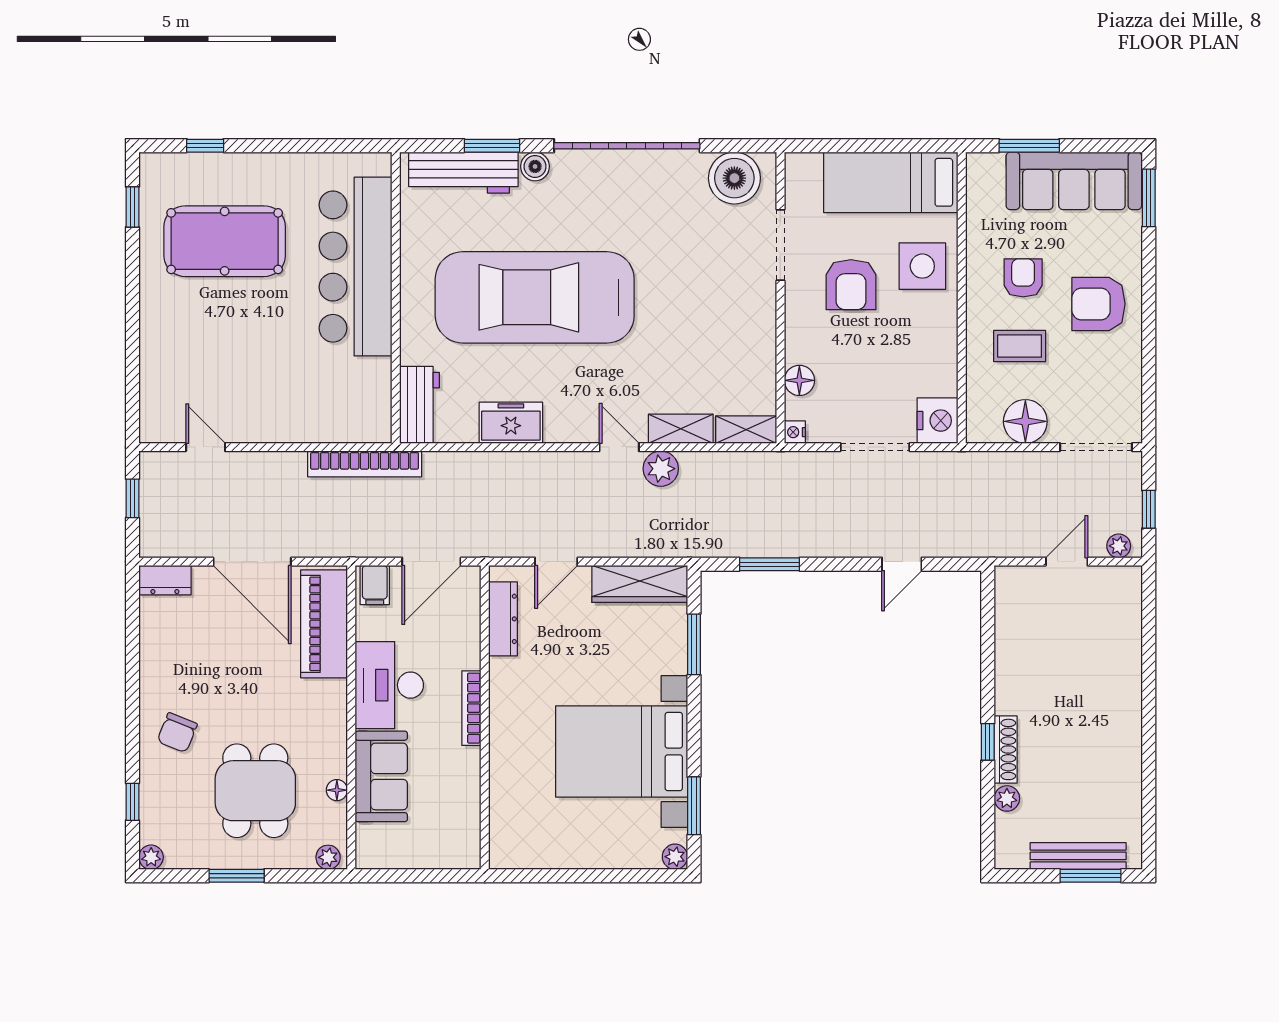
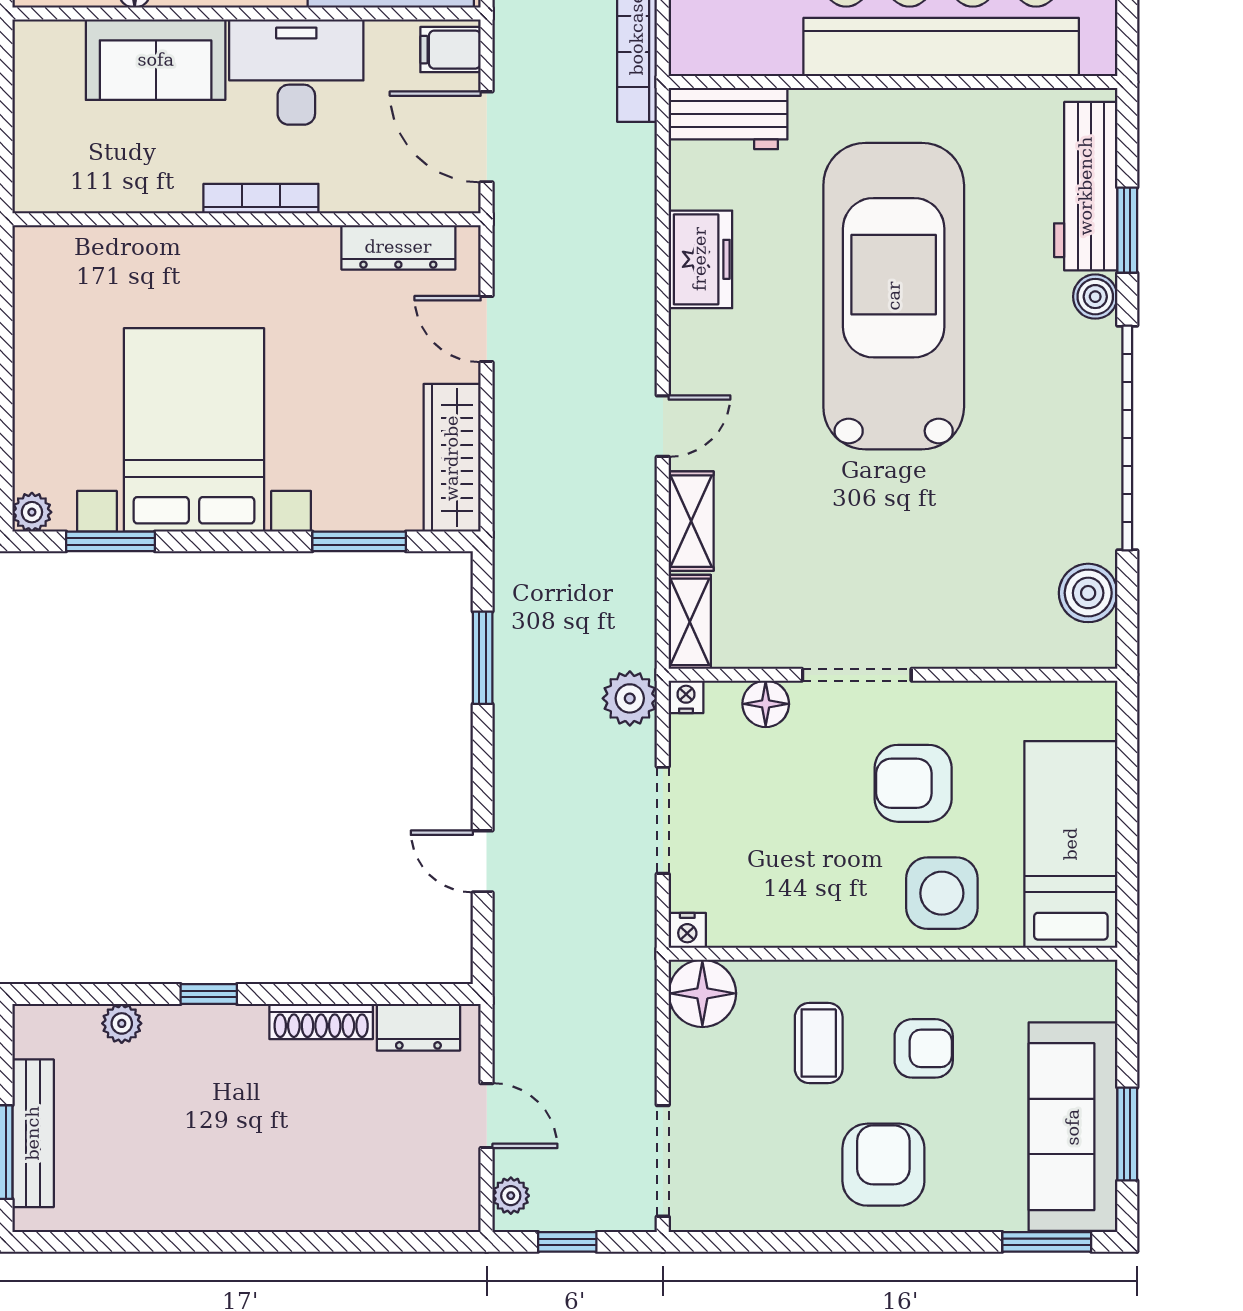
window: (1029, 146) -> (1127, 1134), moved
boiler: (734, 178) -> (1088, 593), width x0.73, depth x0.73
doorway: (780, 245) -> (857, 675), moved
nightstand: (937, 421) -> (687, 930), width x0.53, depth x0.56
floor lamp: (1025, 421) -> (702, 993), moved
plant: (661, 469) -> (630, 698), moved
dresser: (1009, 606) -> (418, 1027), added
shoe rack: (1006, 749) -> (321, 1021), moved

